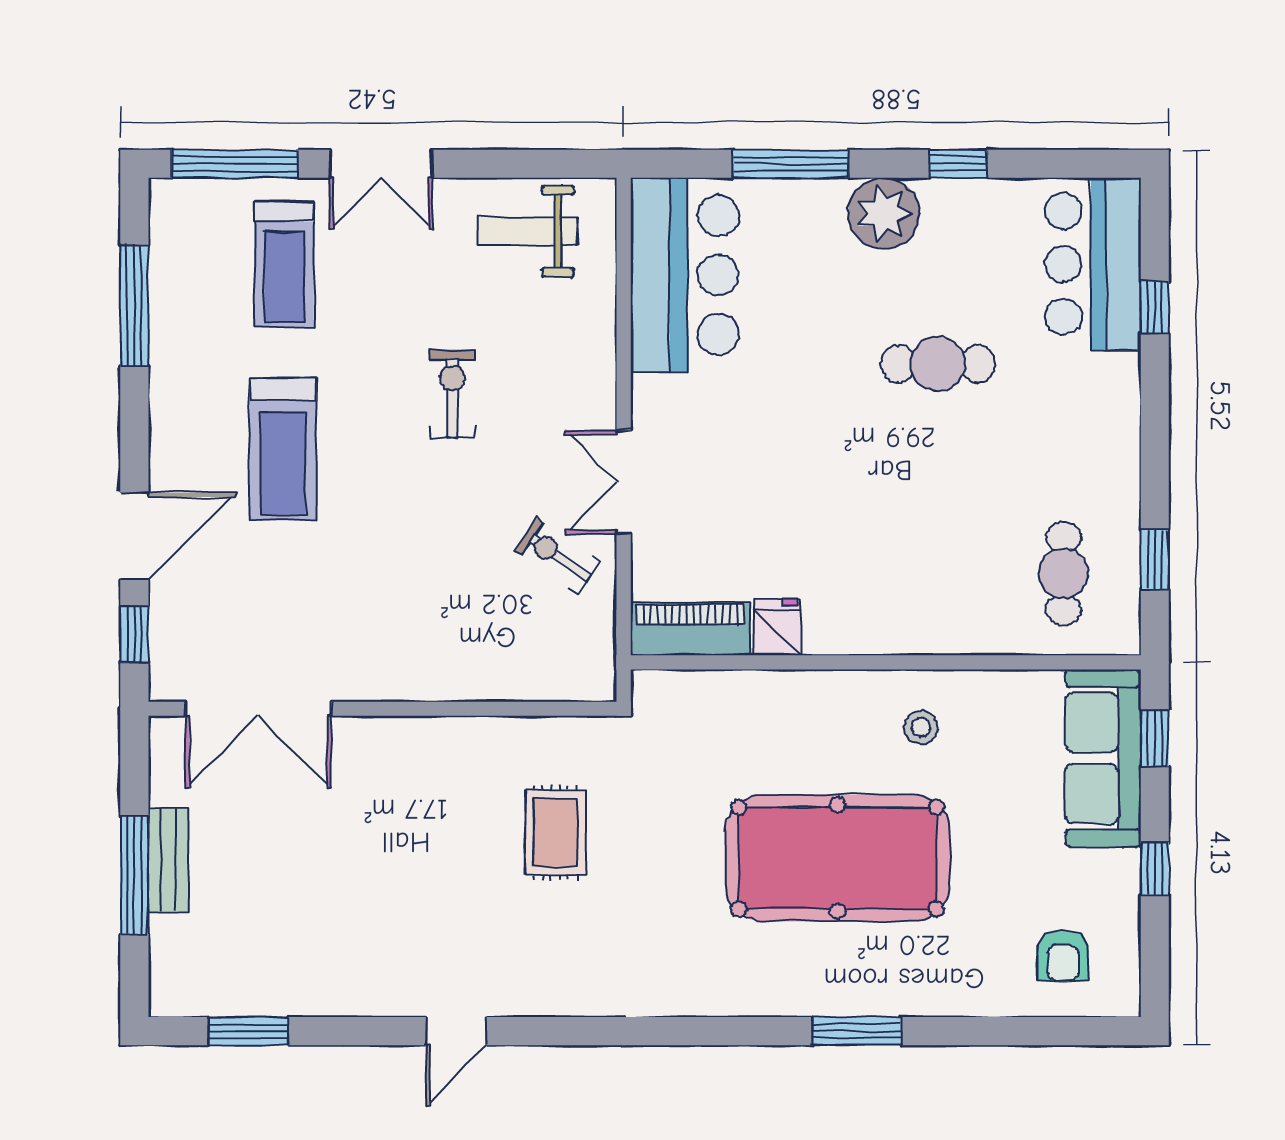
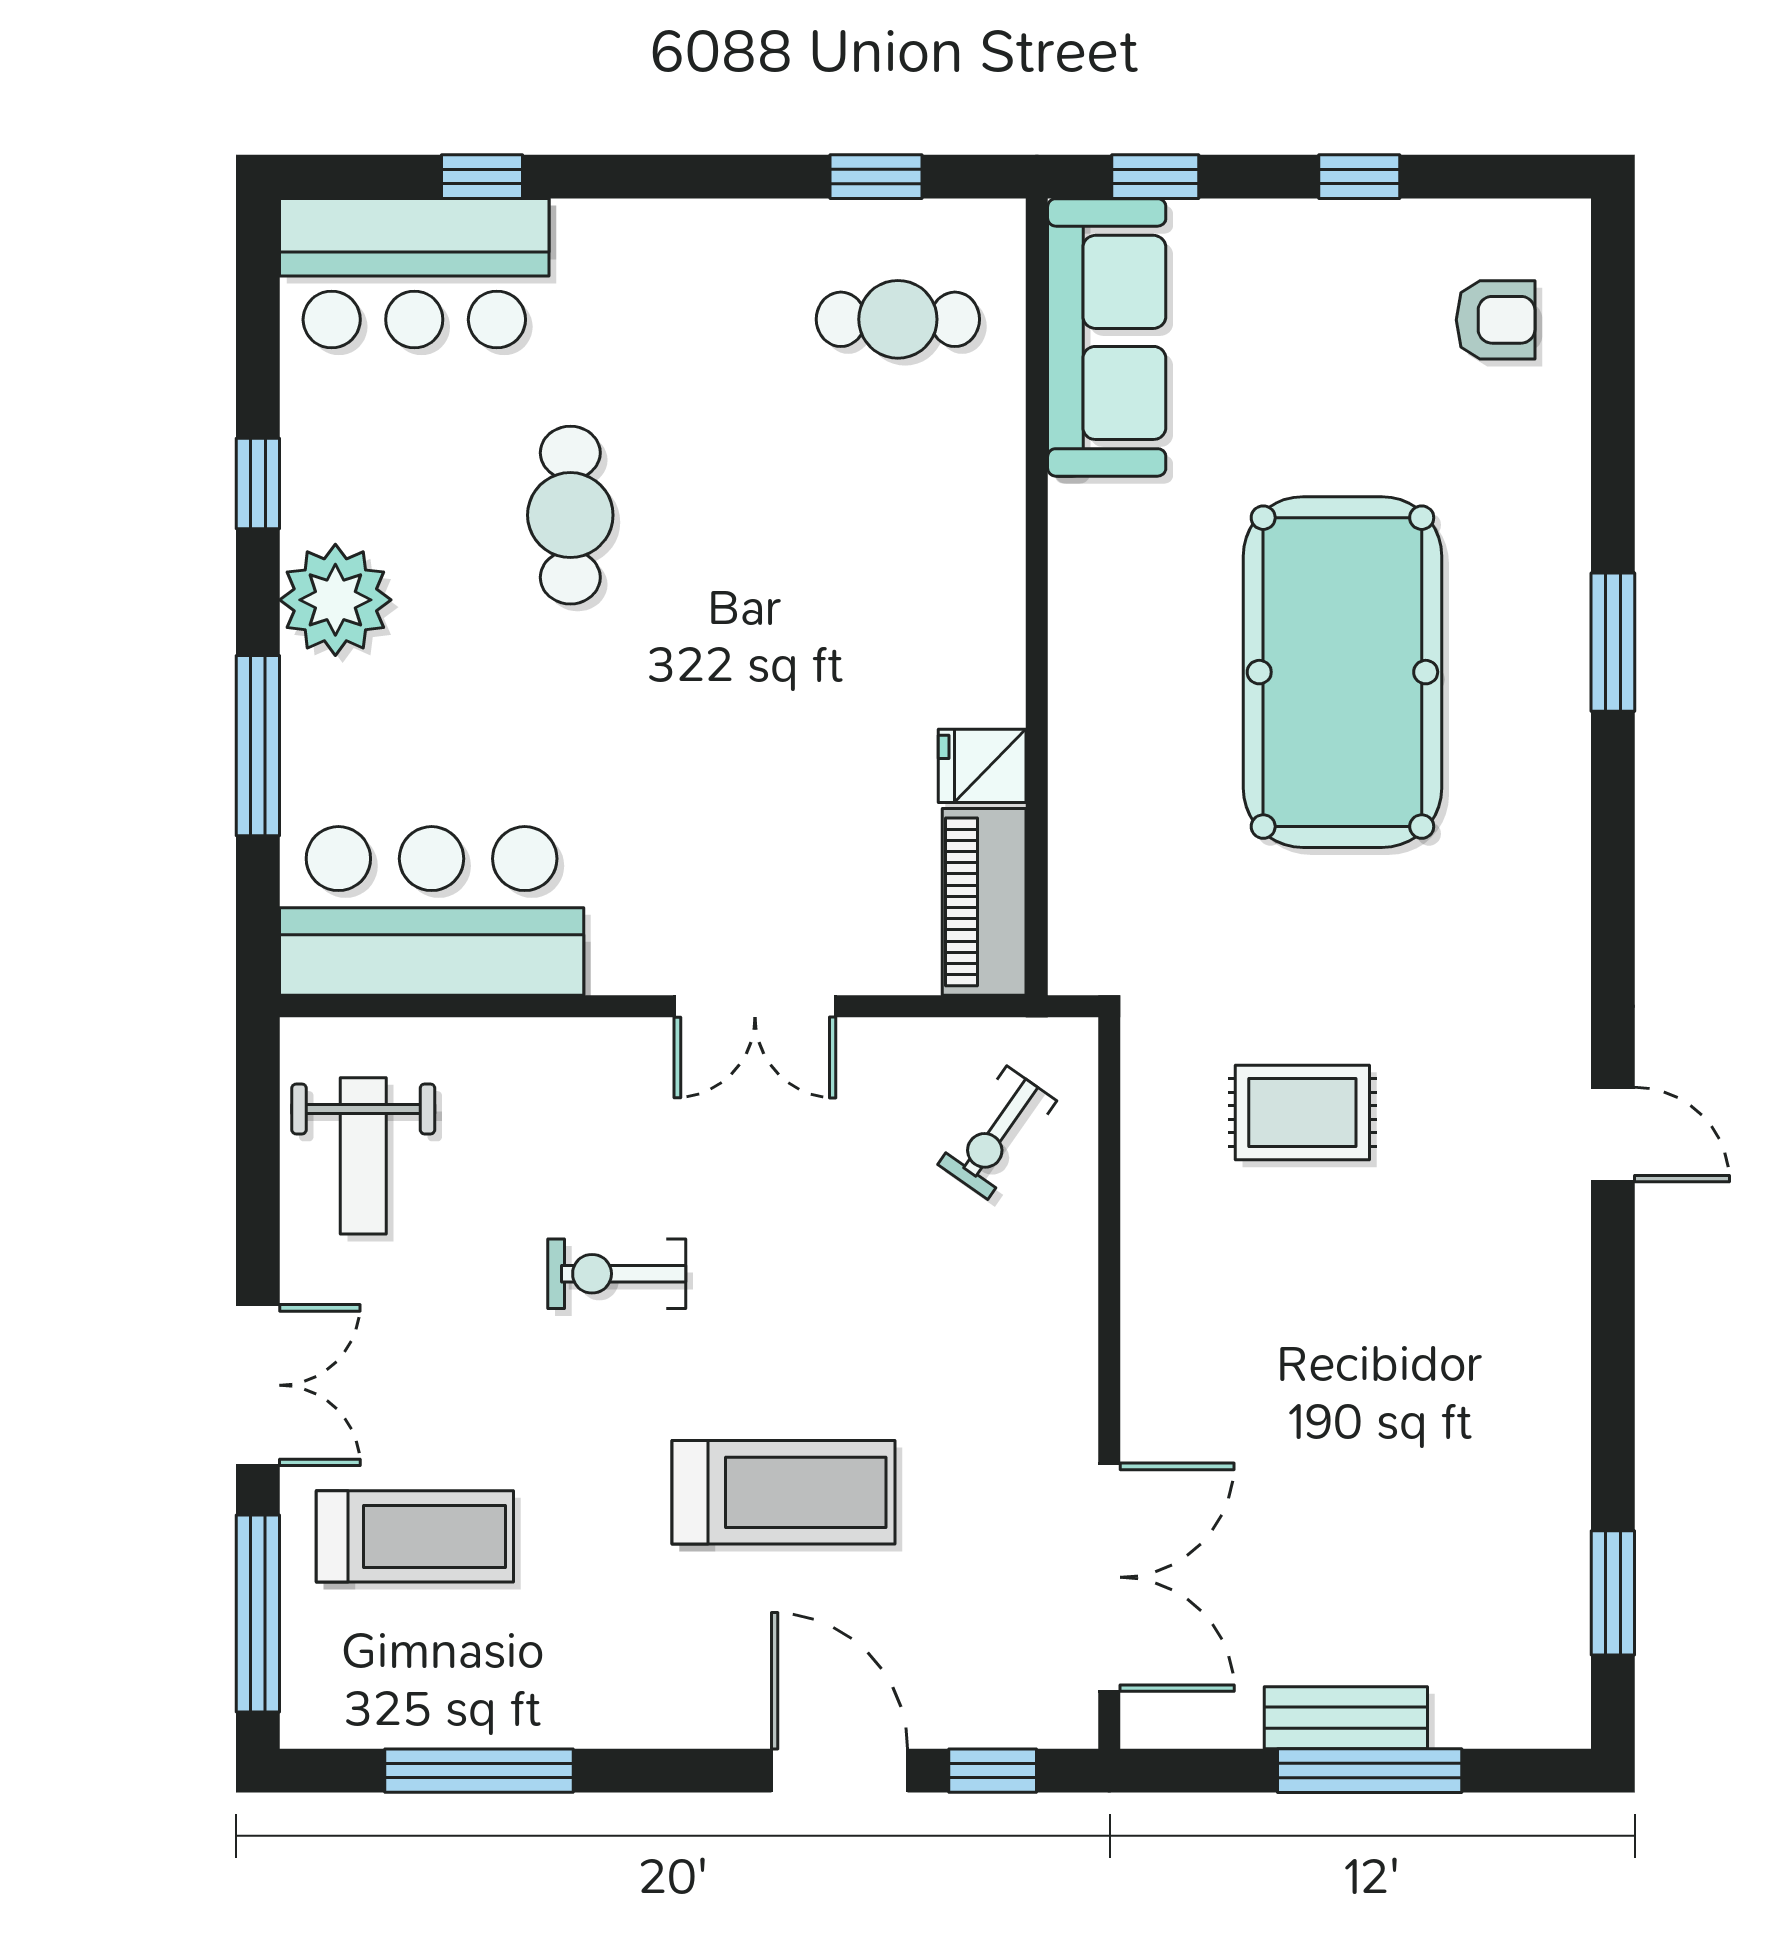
treadmill: (283, 449) -> (784, 1492), moved
exercise bike: (557, 556) -> (997, 1133), moved
stool: (921, 727) -> (1138, 542), removed
sofa: (1103, 758) -> (1107, 337), moved, turned -90
door: (456, 1031) -> (1613, 1135), moved

